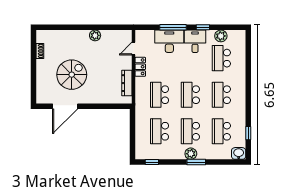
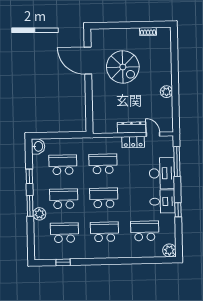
window: (173, 27) -> (177, 162), moved
plant: (221, 36) -> (169, 250), moved
dresser: (127, 83) -> (132, 127), moved
washbasin: (239, 153) -> (38, 146), moved
plant: (191, 154) -> (39, 214), moved
window: (152, 162) -> (29, 176), moved

